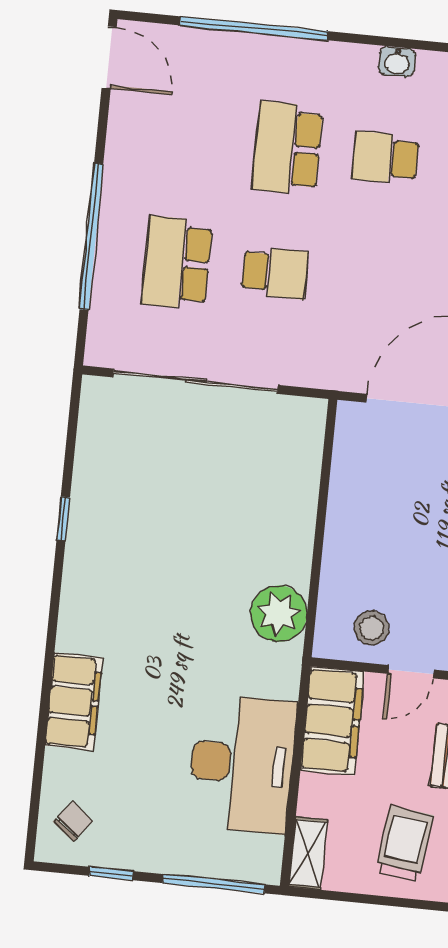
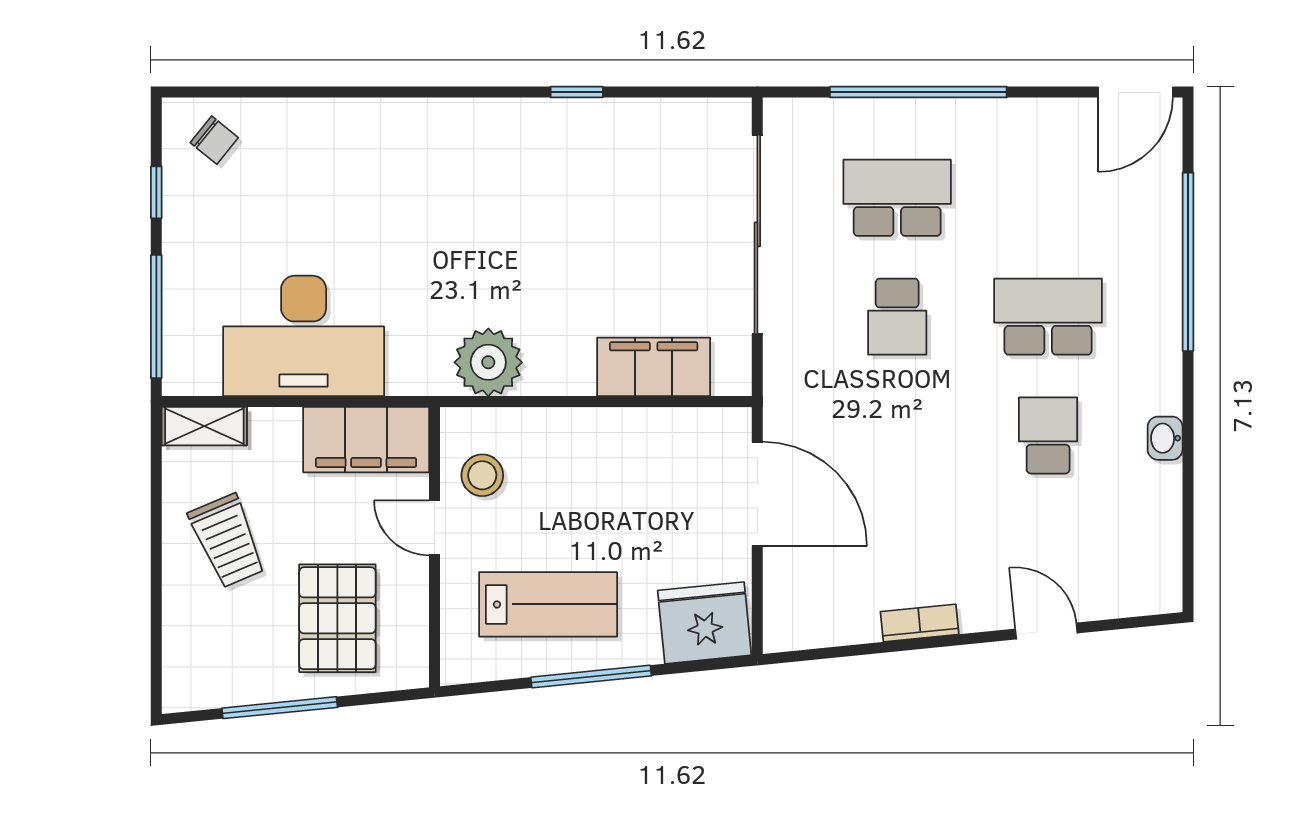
filing cabinet: (74, 701) -> (654, 367), moved, turned 180
trolley: (405, 844) -> (227, 541), turned 60

